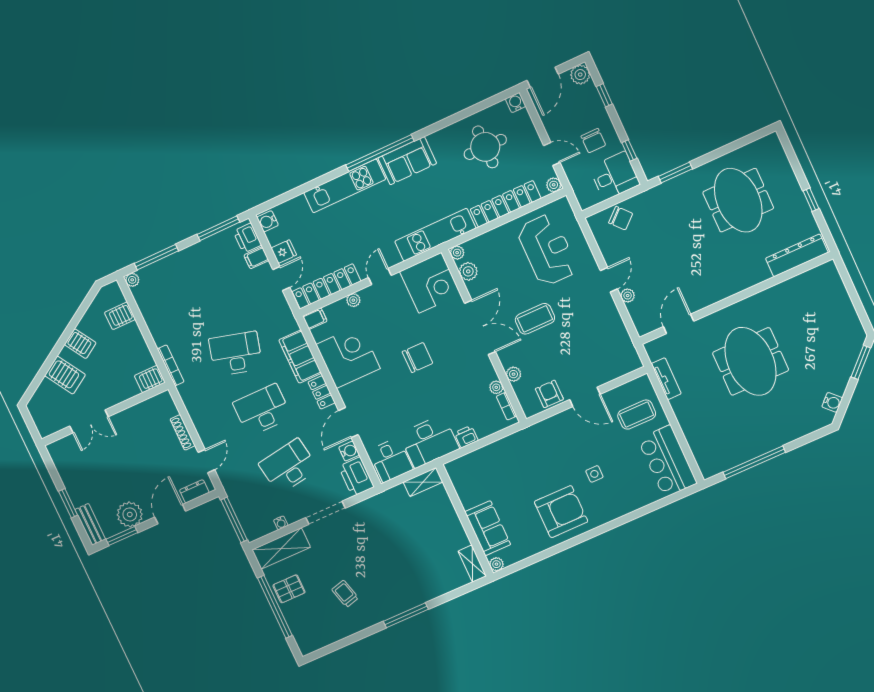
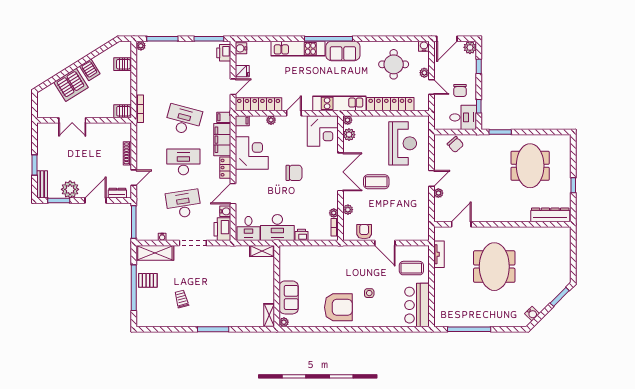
plant: (554, 185) -> (424, 73), moved
filing cabinet: (256, 258) -> (224, 117), moved
server rack: (65, 375) -> (71, 85), width x1.60

